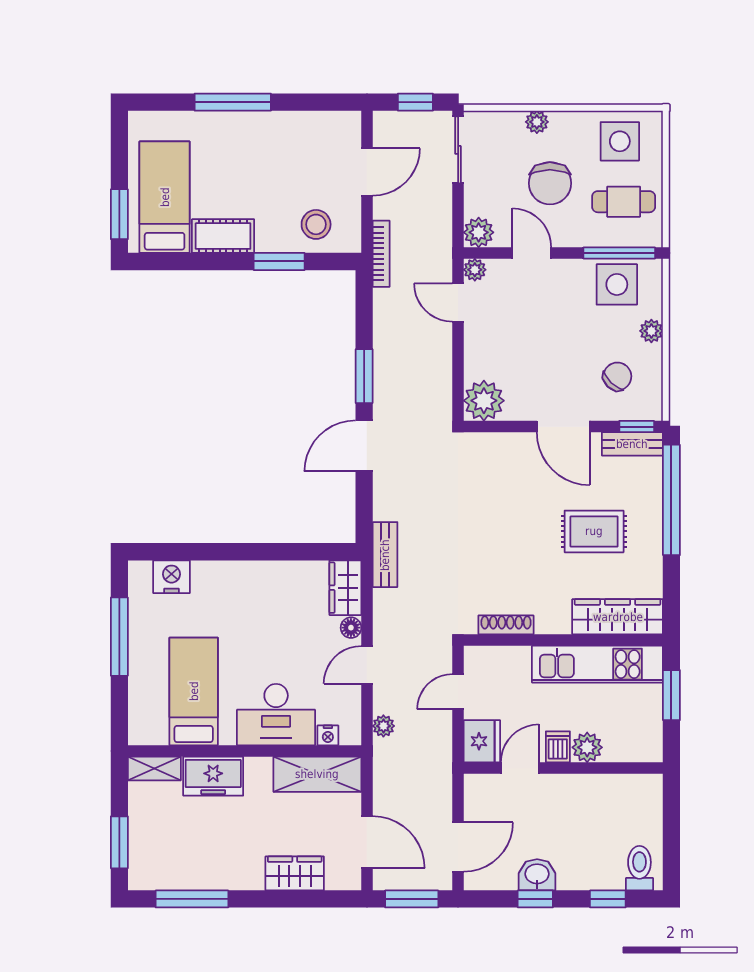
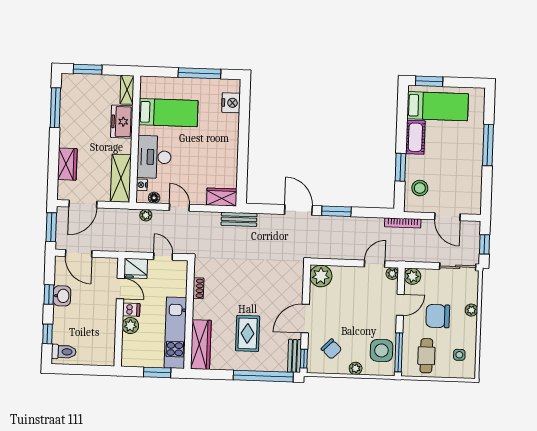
side table: (620, 141) -> (459, 355), width x0.54, depth x0.54
shoe rack: (506, 625) -> (198, 288), width x0.70
floor lamp: (351, 628) -> (154, 198), moved

